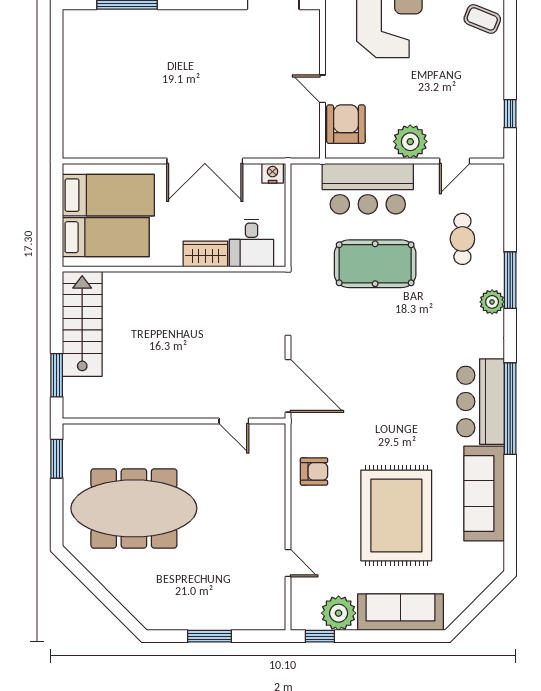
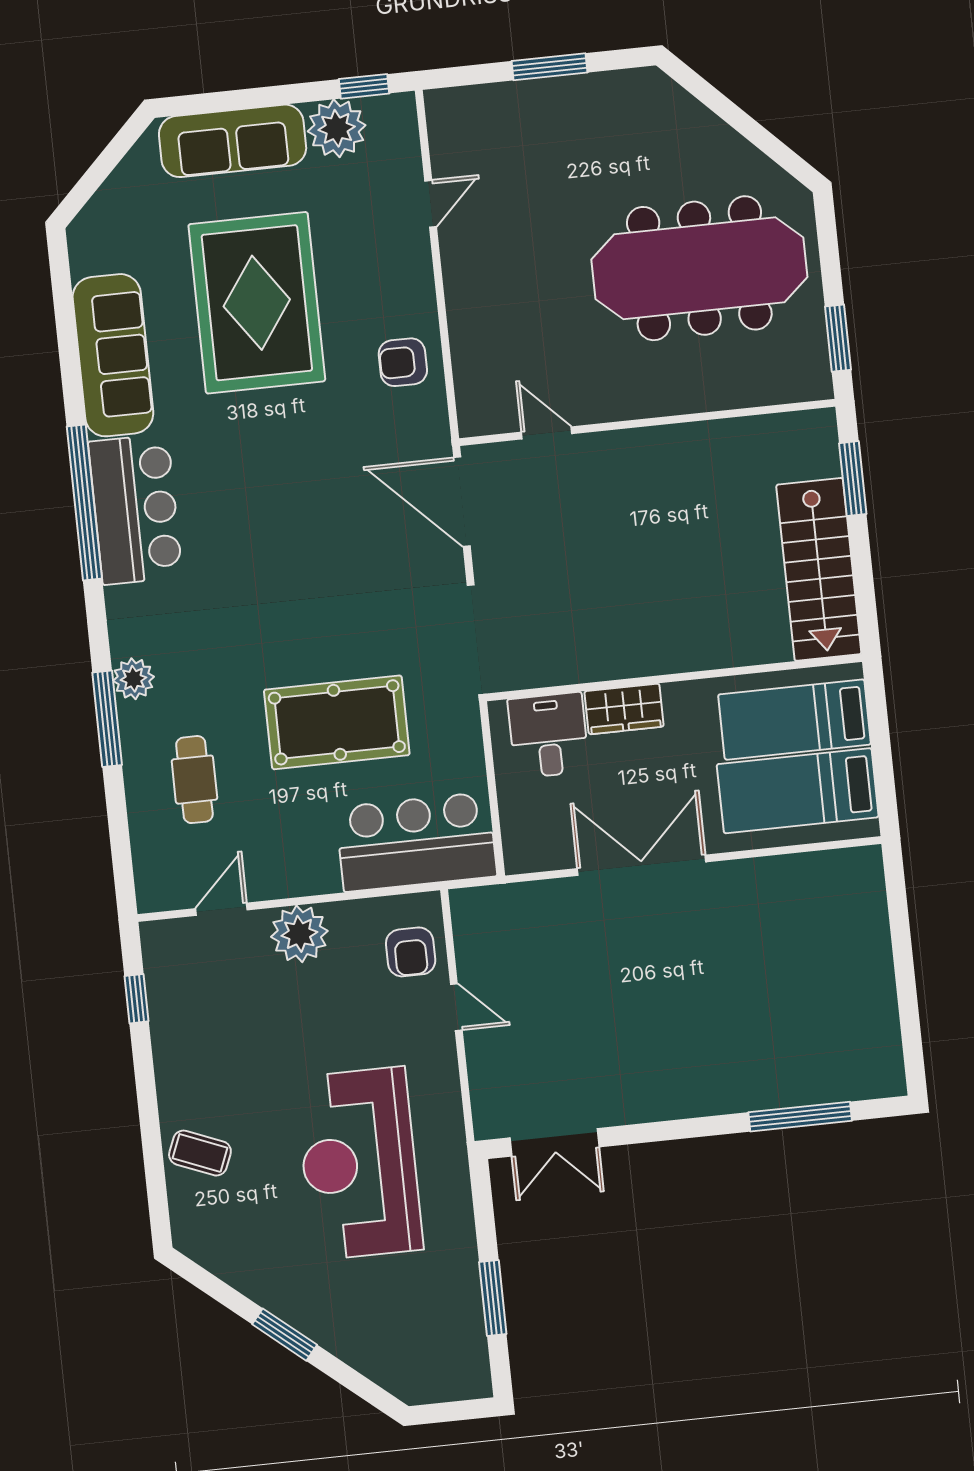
armchair: (346, 124) -> (411, 952), width x0.72, depth x0.72
nightstand: (273, 173) -> (525, 857), removed
bar counter: (368, 189) -> (416, 842), moved
door: (288, 563) -> (431, 204), swing flipped

